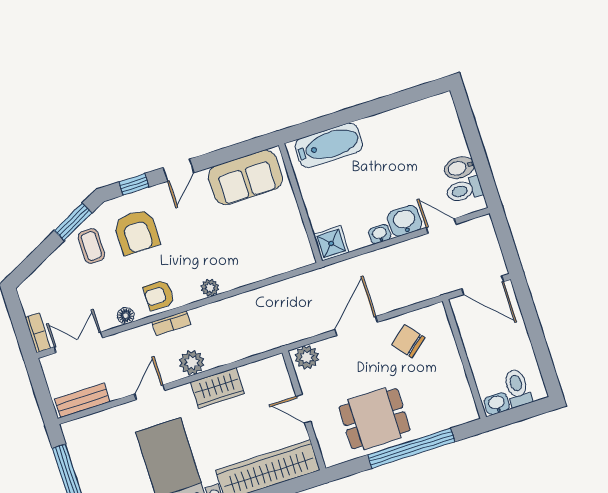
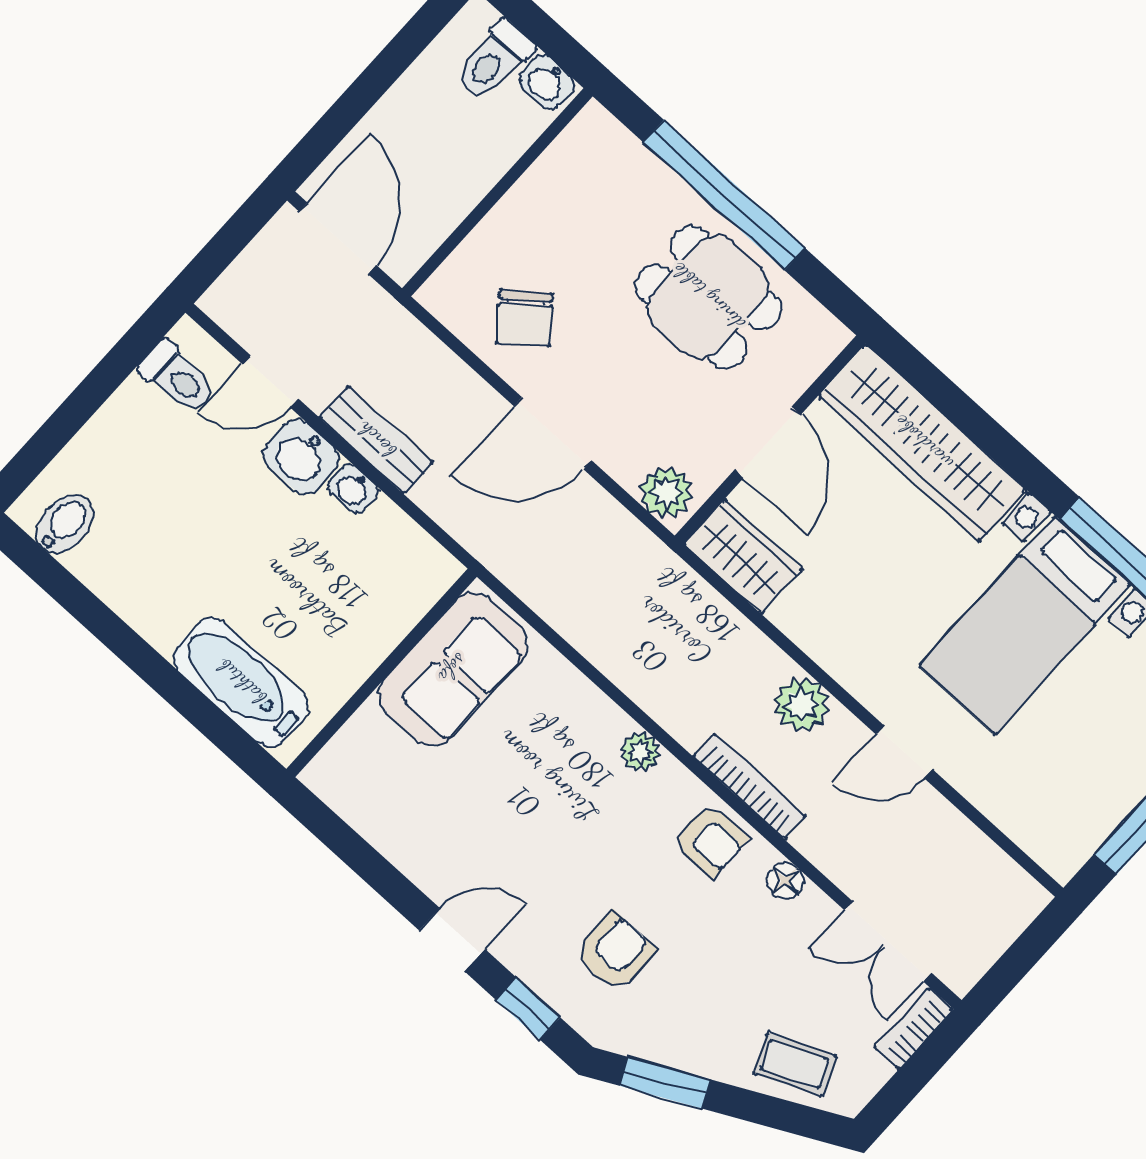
bidet: (459, 168) -> (65, 524), moved, turned -90
sofa: (245, 177) -> (453, 669), moved, turned 90
door: (441, 226) -> (271, 382), hinge flipped
armchair: (137, 232) -> (615, 952), width x0.72, depth x0.72
shower: (331, 243) -> (424, 571), removed
coffee table: (91, 246) -> (795, 1064), moved, turned 66
bookcase: (171, 323) -> (749, 786), width x1.56
wardrobe: (217, 388) -> (743, 557), moved
bench: (82, 400) -> (376, 440), moved
door: (303, 409) -> (768, 442), width x1.37

